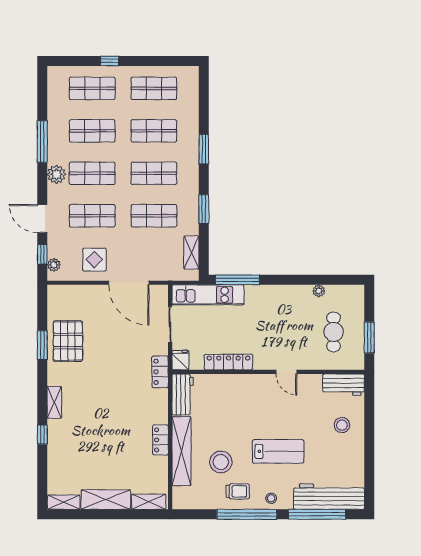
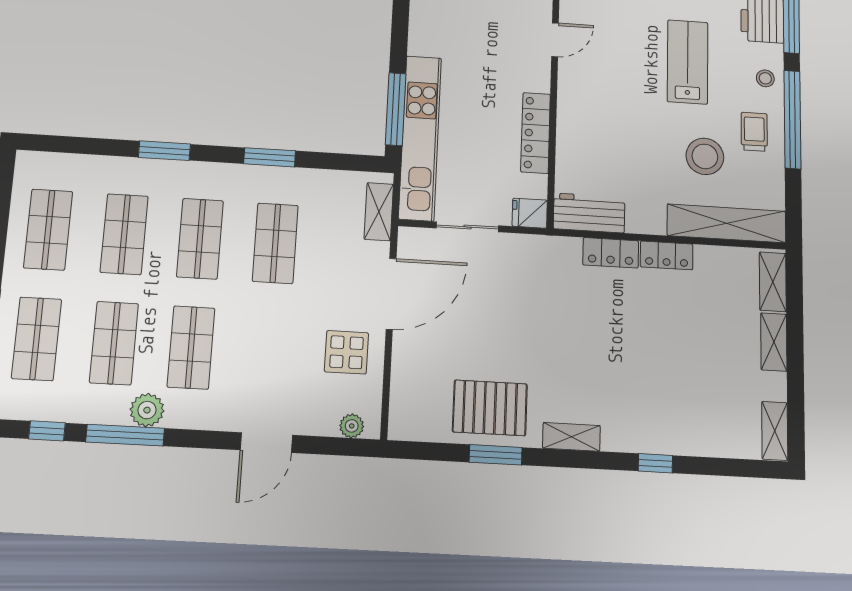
plant: (56, 174) -> (147, 410), moved
shop shelf: (92, 216) -> (268, 352), removed
shelving: (191, 253) -> (379, 212), moved, turned 90
window: (42, 254) -> (47, 431), moved
kitchen unit: (208, 295) -> (420, 138), width x1.36
locker: (160, 372) -> (611, 253), moved
shelving: (54, 402) -> (571, 437), moved
shelving: (181, 451) -> (726, 223), moved
shelving: (106, 500) -> (774, 342), width x0.67, depth x0.75

